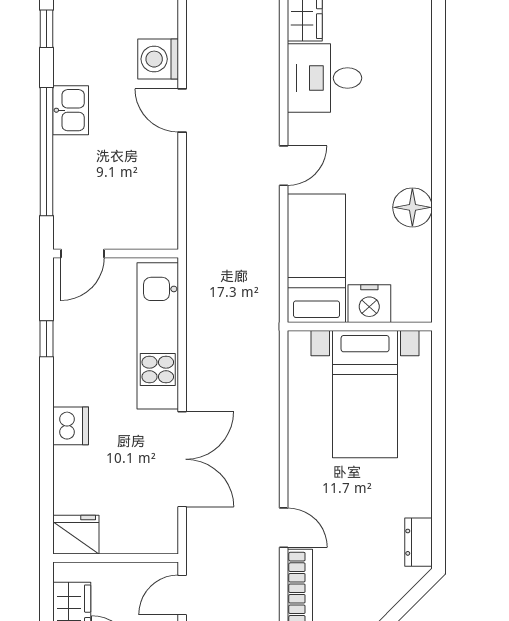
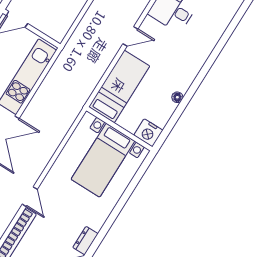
floor lamp: (412, 207) -> (177, 97), width x0.53, depth x0.53
nightstand: (369, 304) -> (148, 133), moved

